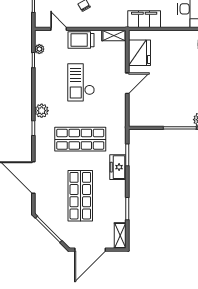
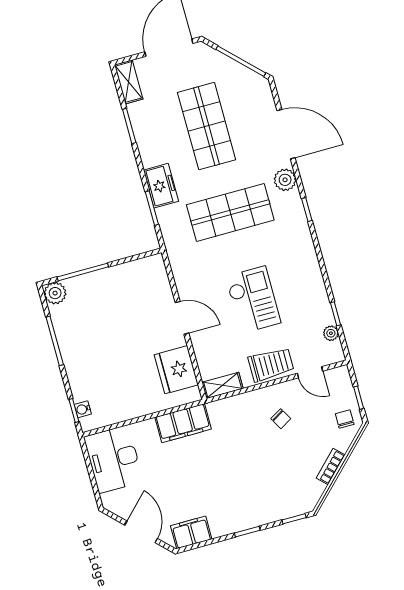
door: (127, 83) -> (182, 318), swing flipped
plant: (42, 111) -> (285, 180), moved

